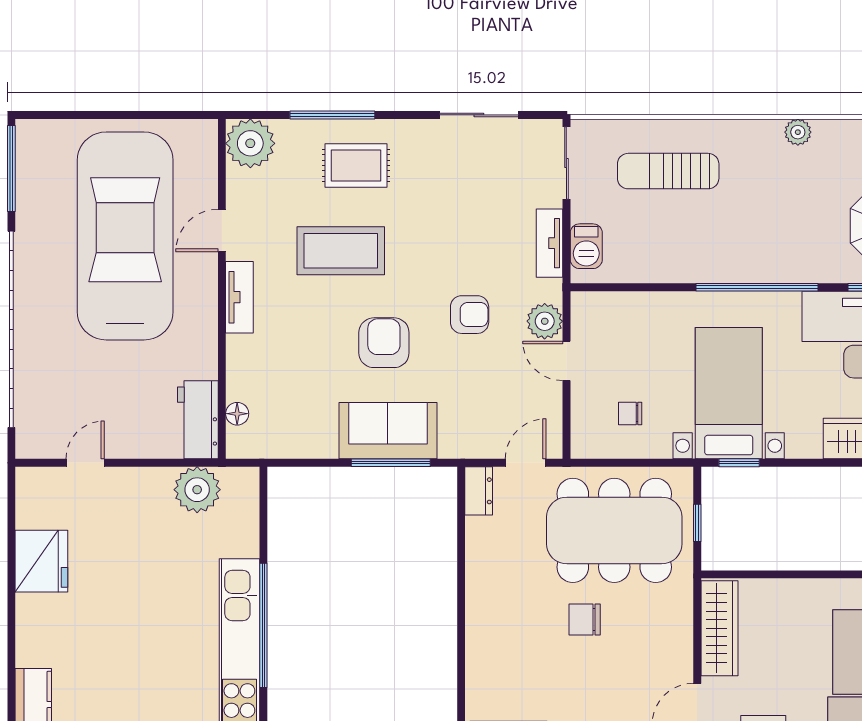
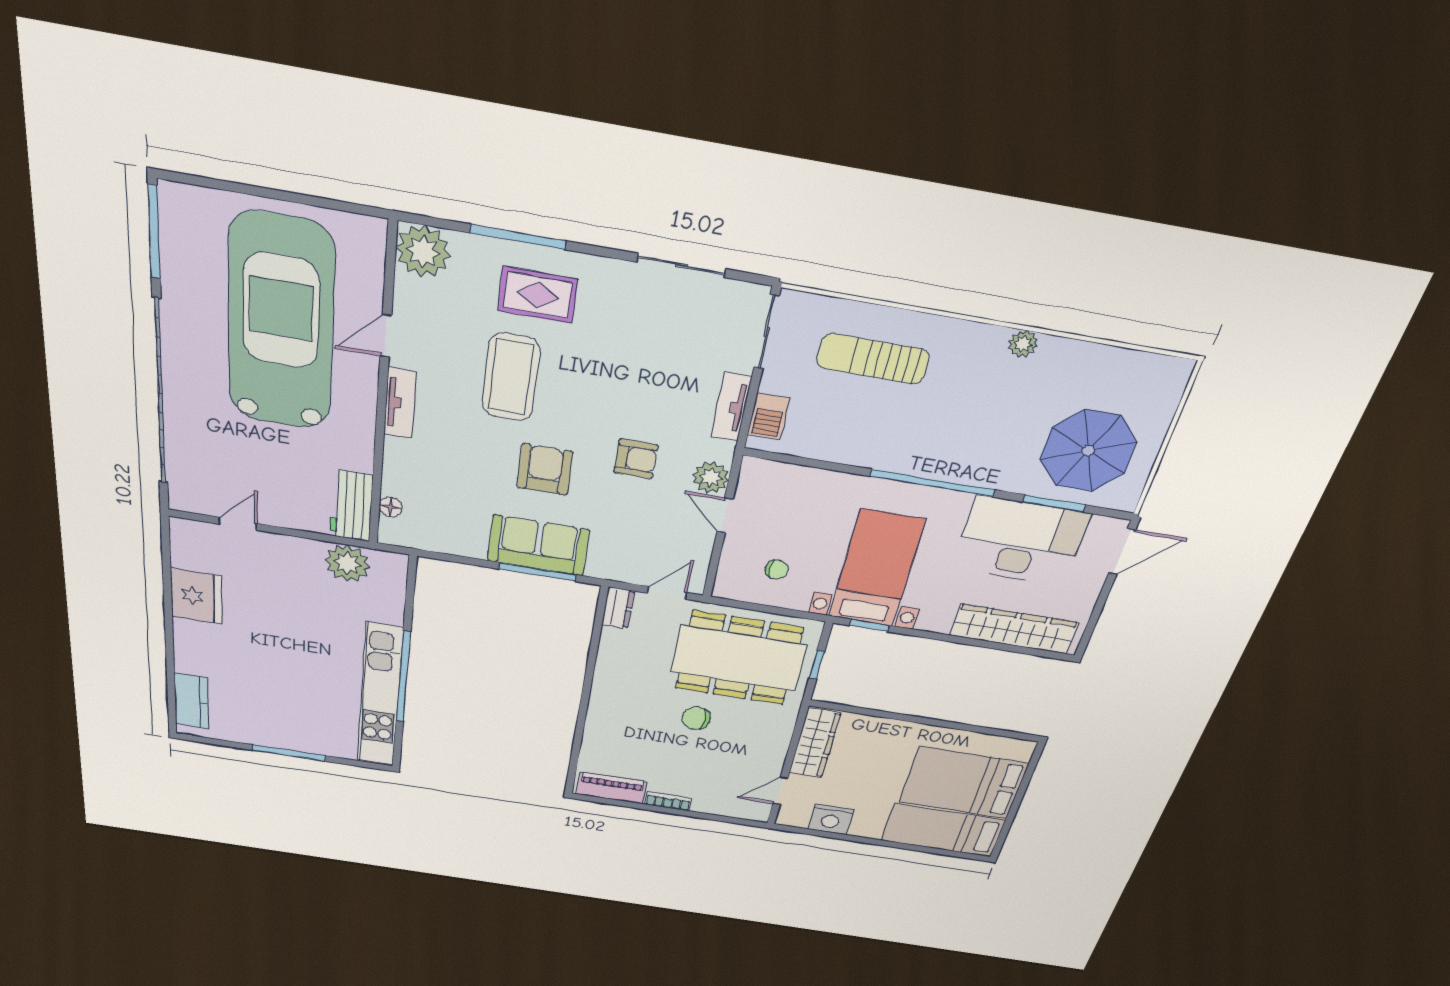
coffee table: (341, 251) -> (511, 377), turned 90
chair: (630, 413) -> (777, 570), turned 180

